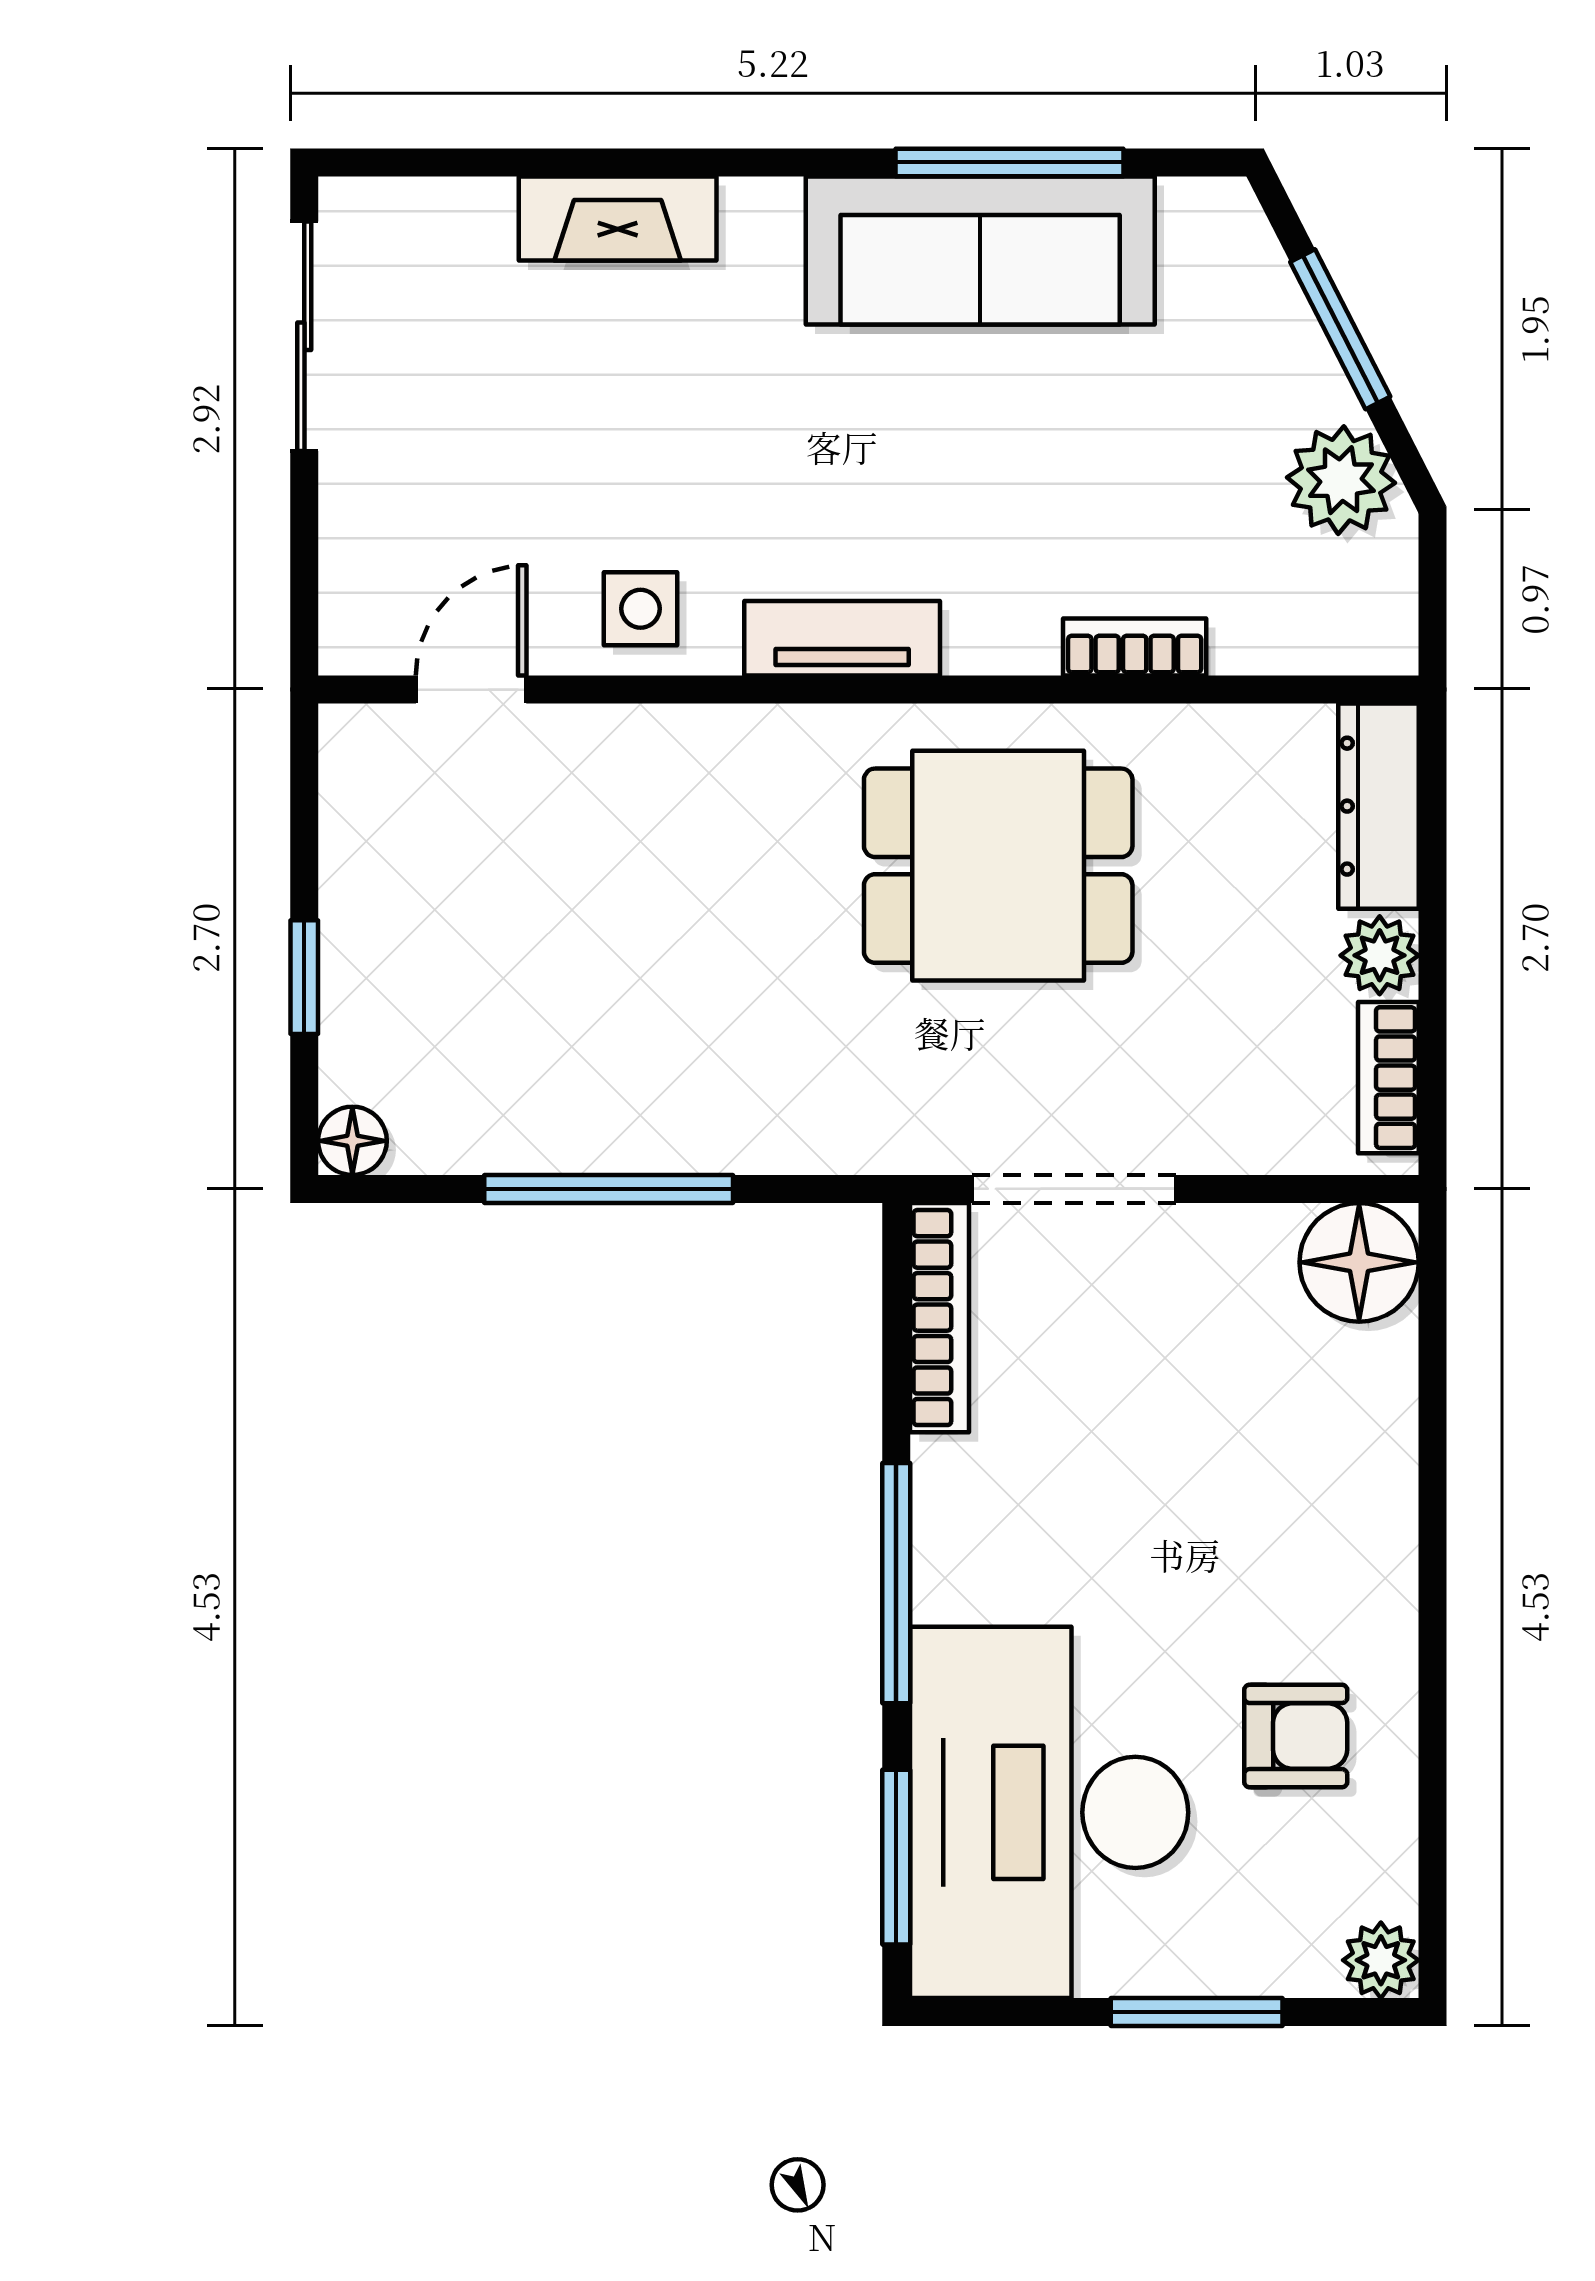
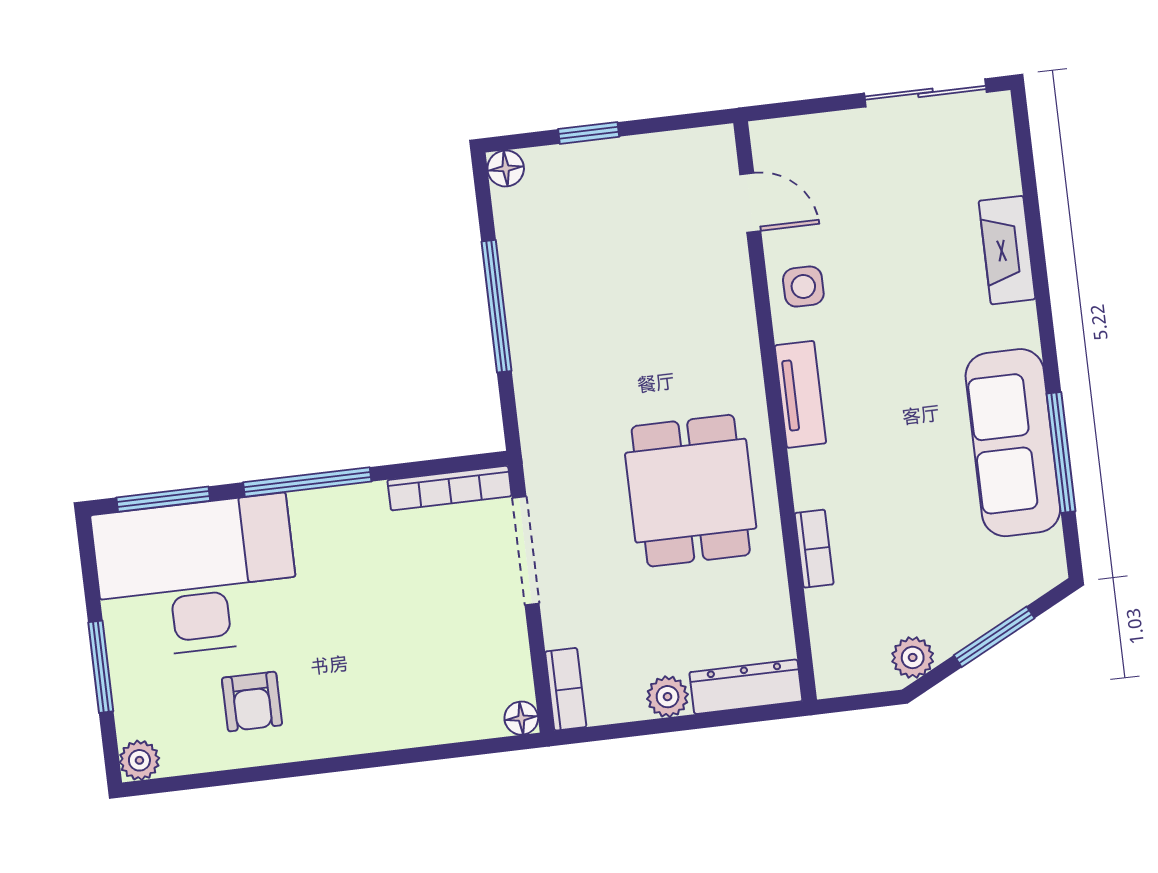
plant: (1341, 480) -> (913, 657), width x0.73, depth x0.73
bookcase: (1388, 1078) -> (566, 689), moved, turned 90
floor lamp: (1359, 1262) -> (521, 718), width x0.53, depth x0.53

